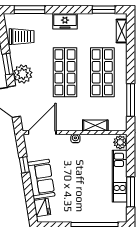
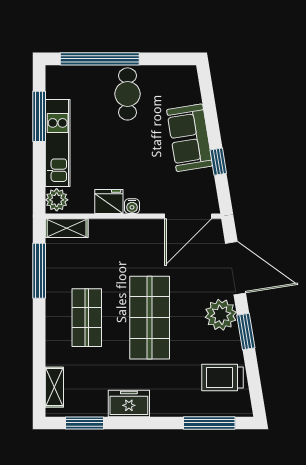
freezer: (65, 21) -> (129, 403), moved
shop shelf: (102, 72) -> (87, 318), width x0.70, depth x0.74
shelving: (95, 125) -> (67, 228), moved
cafe table: (78, 205) -> (127, 94), added
fridge: (42, 207) -> (109, 201), moved, turned 99

